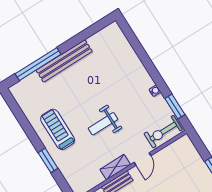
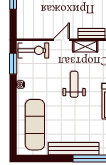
exercise mat: (116, 61) -> (35, 125), added
weight bench: (103, 124) -> (74, 84), turned -90

